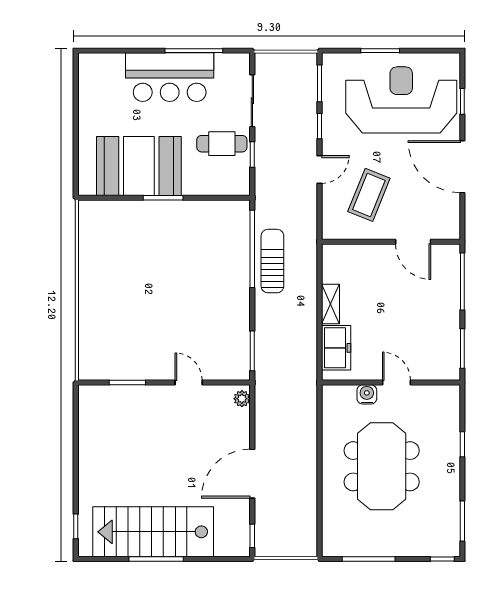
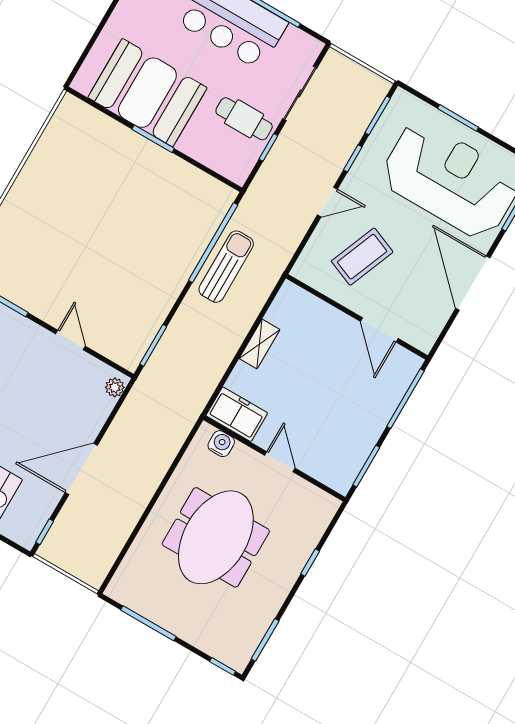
freezer: (336, 348) -> (237, 414), moved, turned -90
water cooler: (367, 394) -> (221, 444), moved

